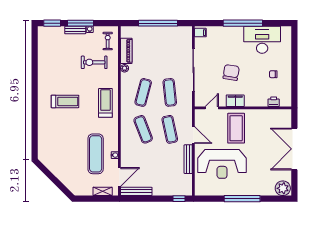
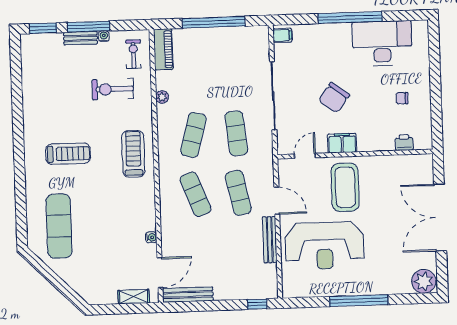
piano: (126, 51) -> (163, 49), moved
chair: (231, 72) -> (334, 98), turned -152
exercise mat: (96, 154) -> (59, 226), moved

